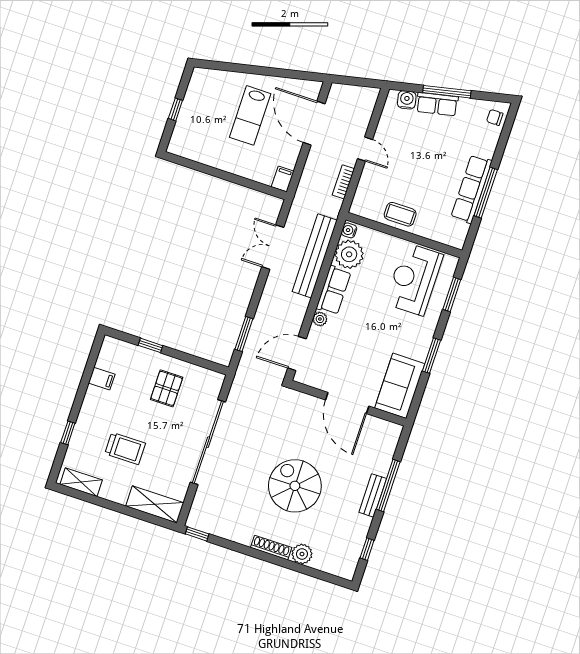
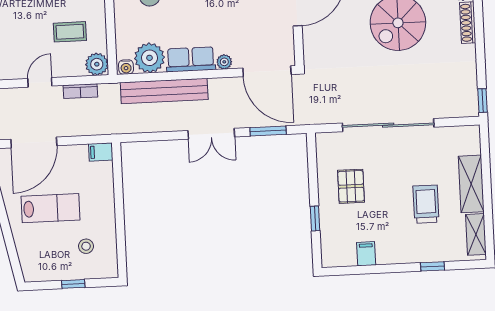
stool: (204, 134) -> (86, 246), added
plant: (362, 206) -> (97, 64), added
coffee table: (400, 214) -> (70, 32), moved, turned 90
double door: (273, 247) -> (211, 134), moved
door: (297, 353) -> (267, 71), width x1.36
pallet: (167, 388) -> (351, 186), turned 90
shelving: (155, 504) -> (471, 184), moved

